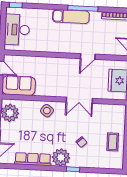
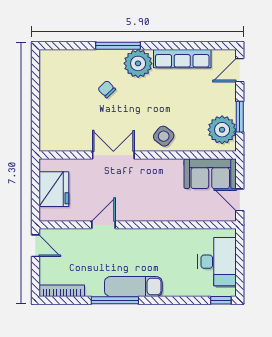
coffee table: (113, 142) -> (58, 92), removed
window: (73, 169) -> (118, 46), width x2.17

